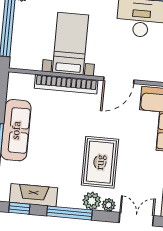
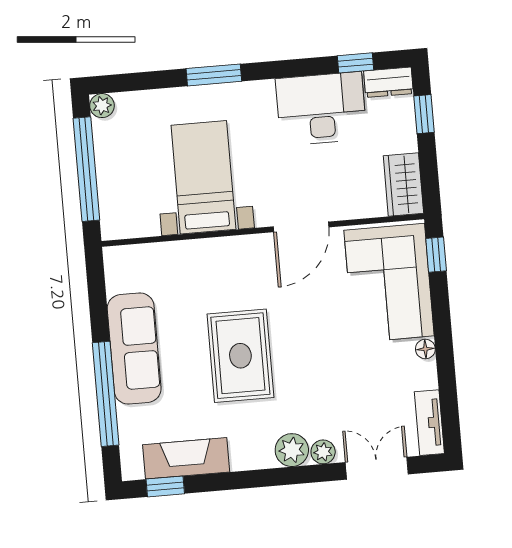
bookcase: (66, 84) -> (209, 251), removed
rug: (100, 162) -> (240, 356), moved
window: (69, 213) -> (256, 479), removed

